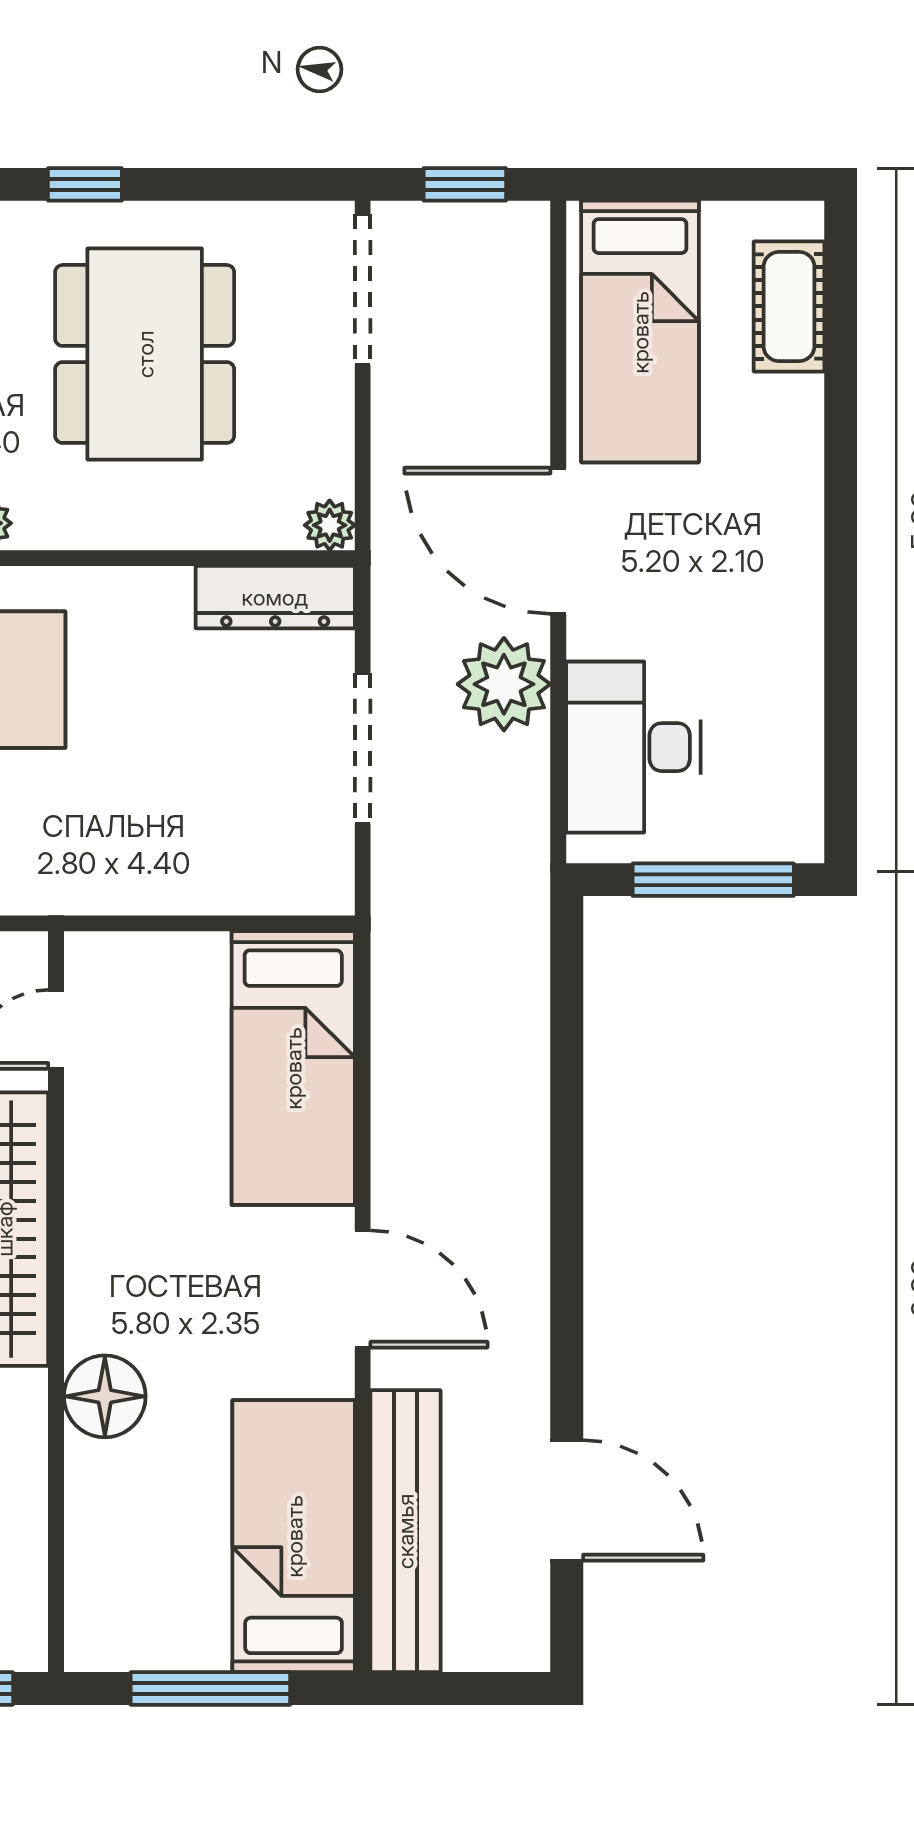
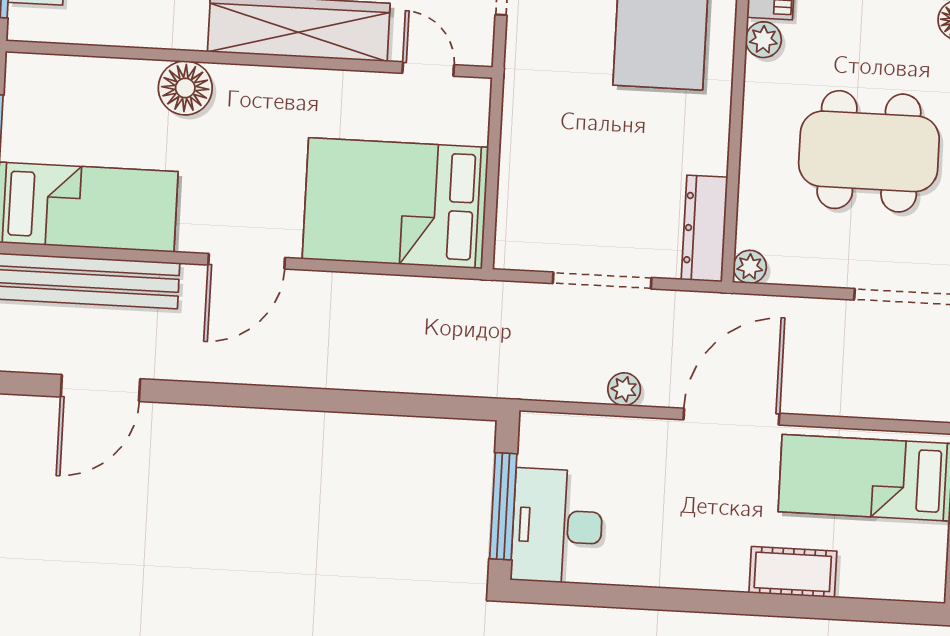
cot: (789, 306) -> (793, 572), moved
plant: (504, 684) -> (624, 389), width x0.53, depth x0.53
desk: (633, 747) -> (557, 526), moved, turned -90
bed: (293, 1068) -> (395, 203), width x1.50

